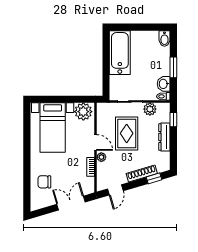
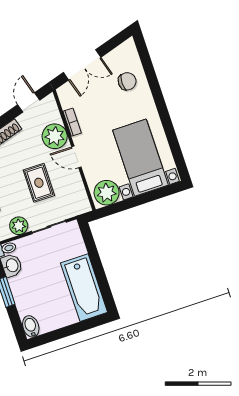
rug: (127, 133) -> (39, 183), width x0.73, depth x0.70
plant: (101, 157) -> (55, 136), width x1.87, depth x1.87

